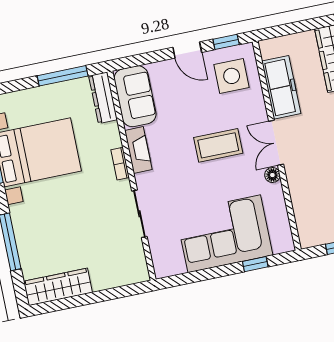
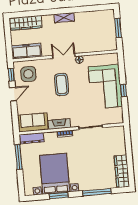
freezer: (281, 87) -> (27, 51), moved
double door: (276, 143) -> (64, 56), swing flipped
window: (255, 264) -> (124, 90), moved

